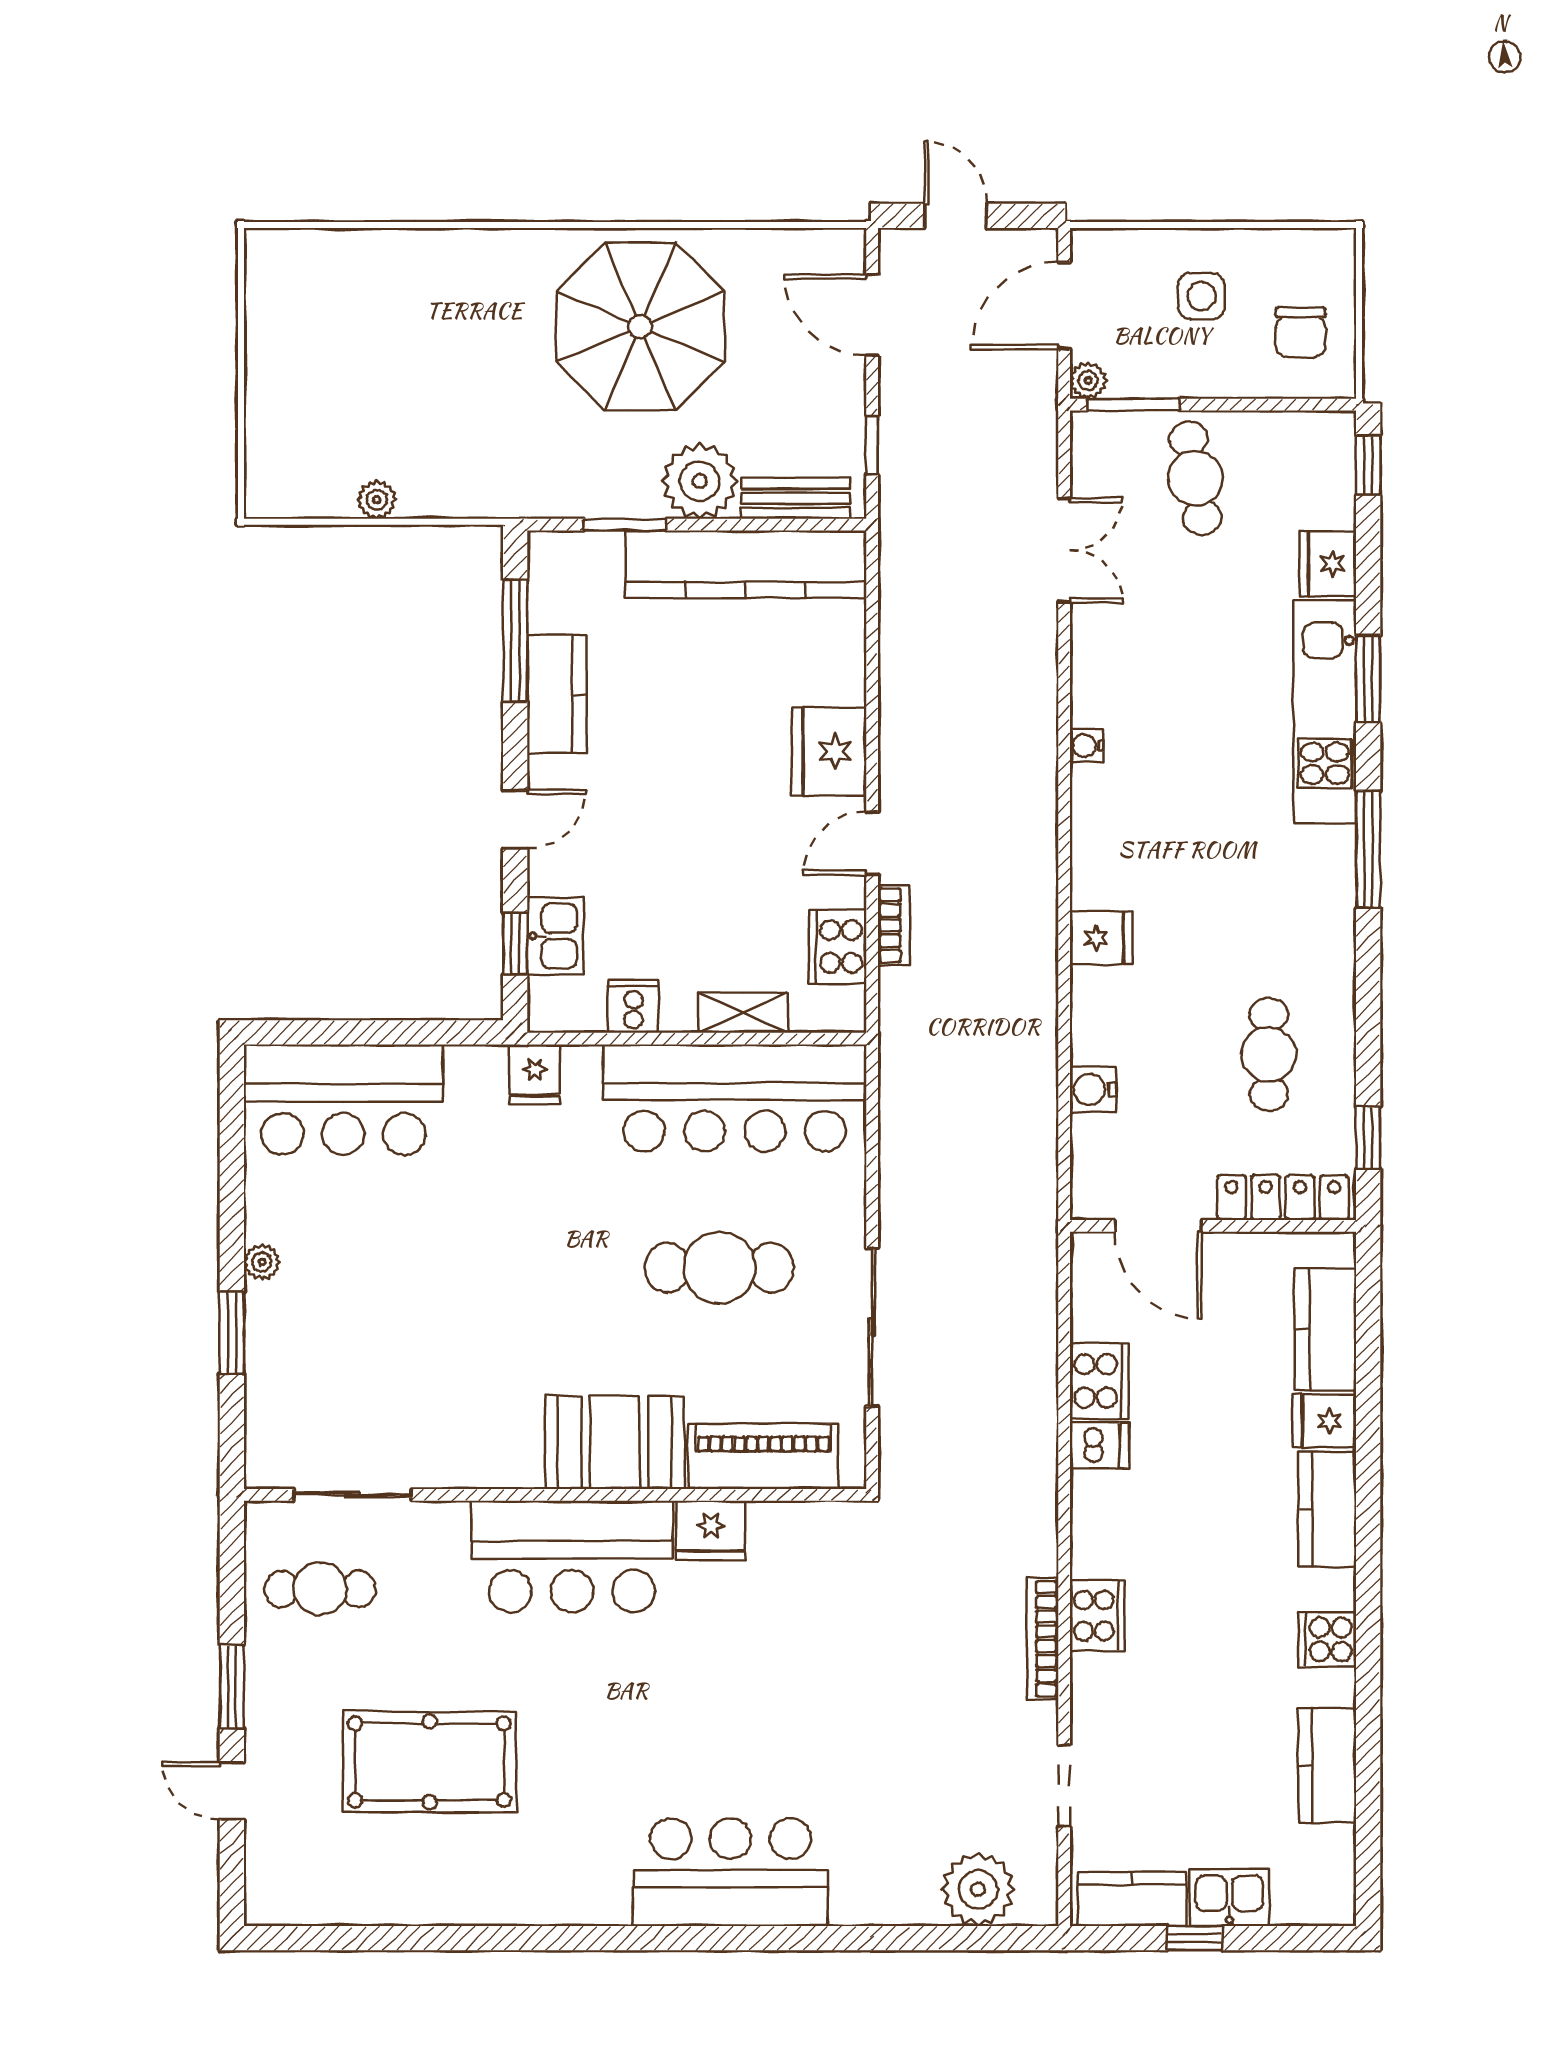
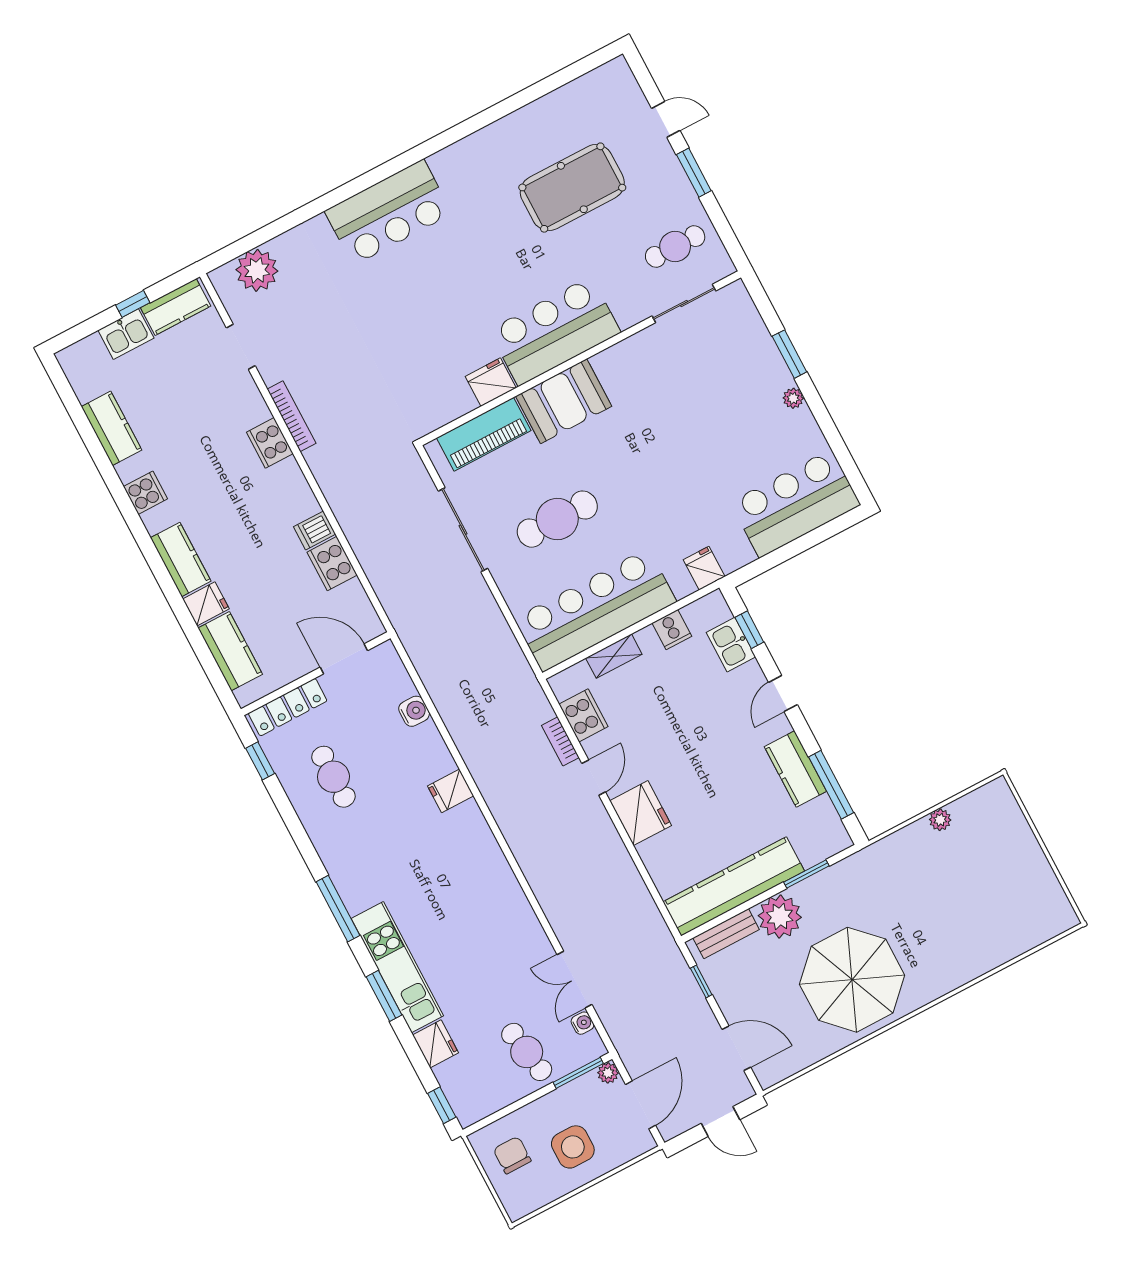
side table: (1201, 296) -> (573, 1147), width x1.37, depth x1.37
water cooler: (1087, 746) -> (582, 1023), moved

